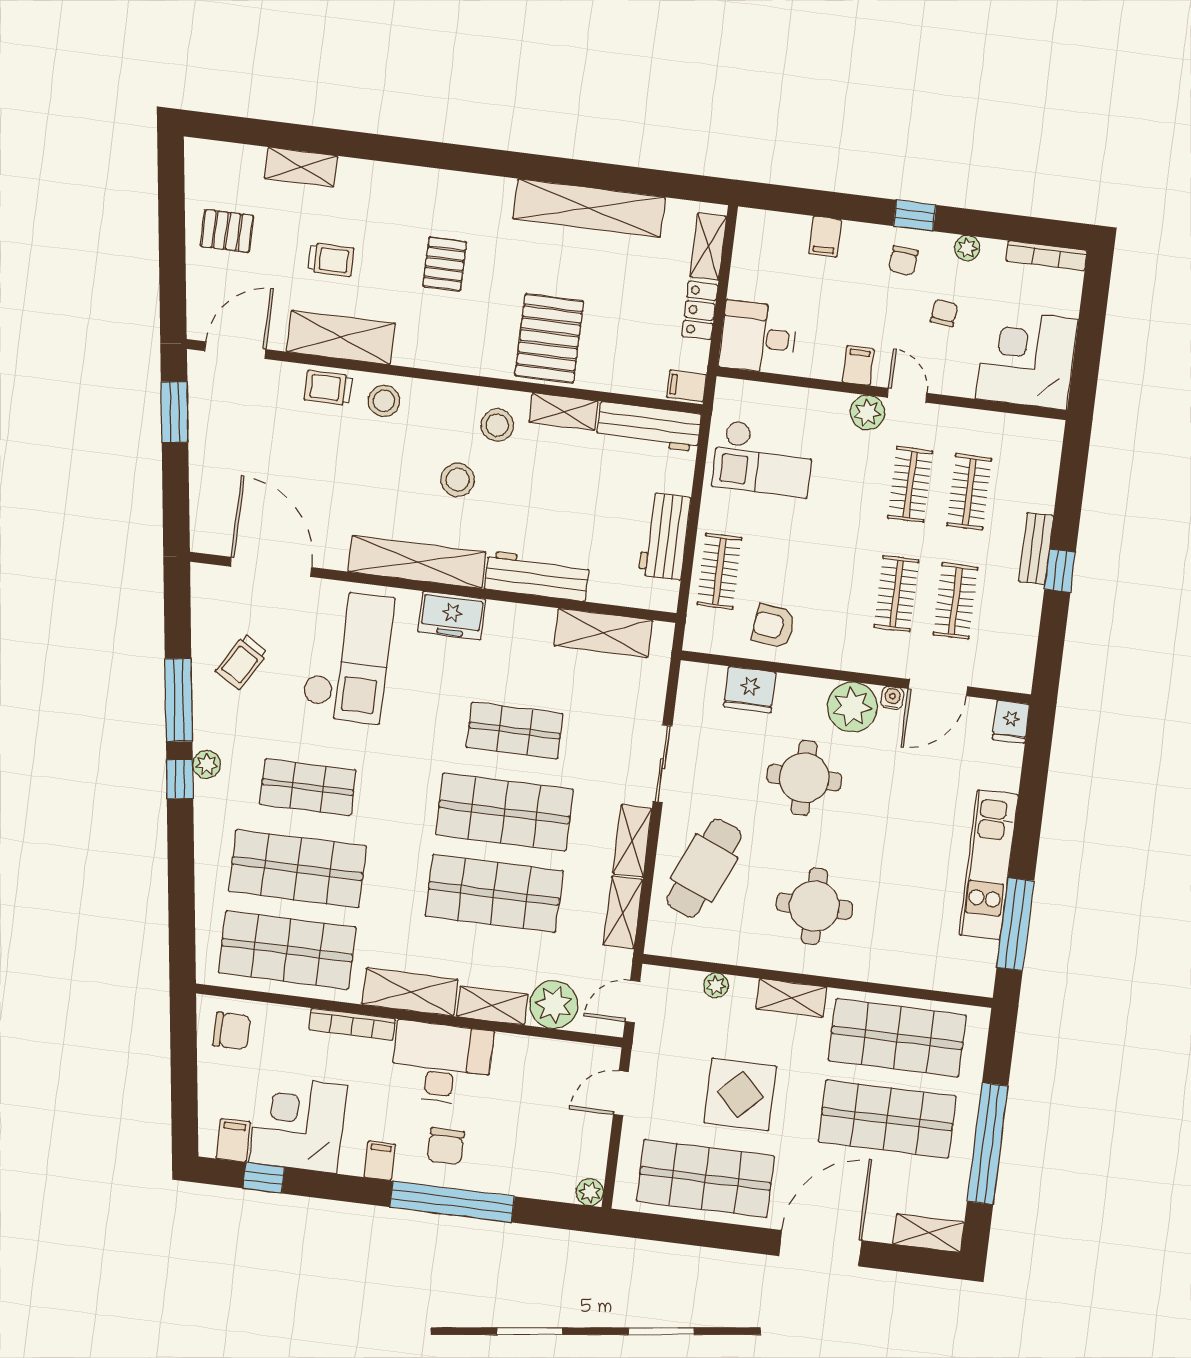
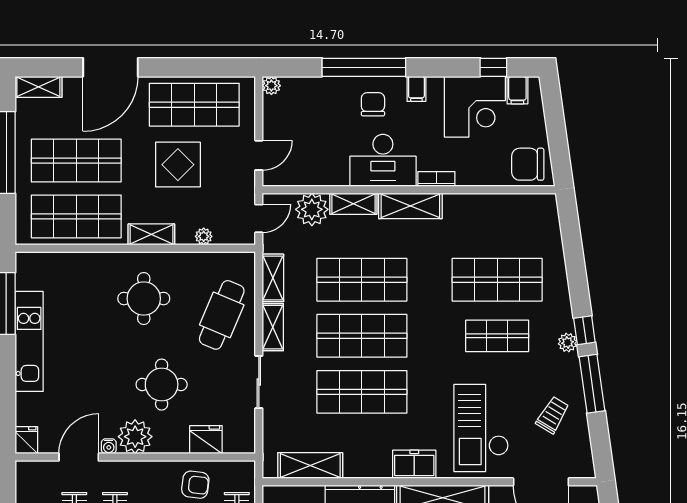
shop shelf: (515, 730) -> (362, 392), width x1.43, depth x1.36
shop shelf: (287, 950) -> (497, 224), removed
bookcase: (352, 1024) -> (436, 179), width x0.64
chair: (232, 1031) -> (528, 164), width x1.37, depth x1.37

